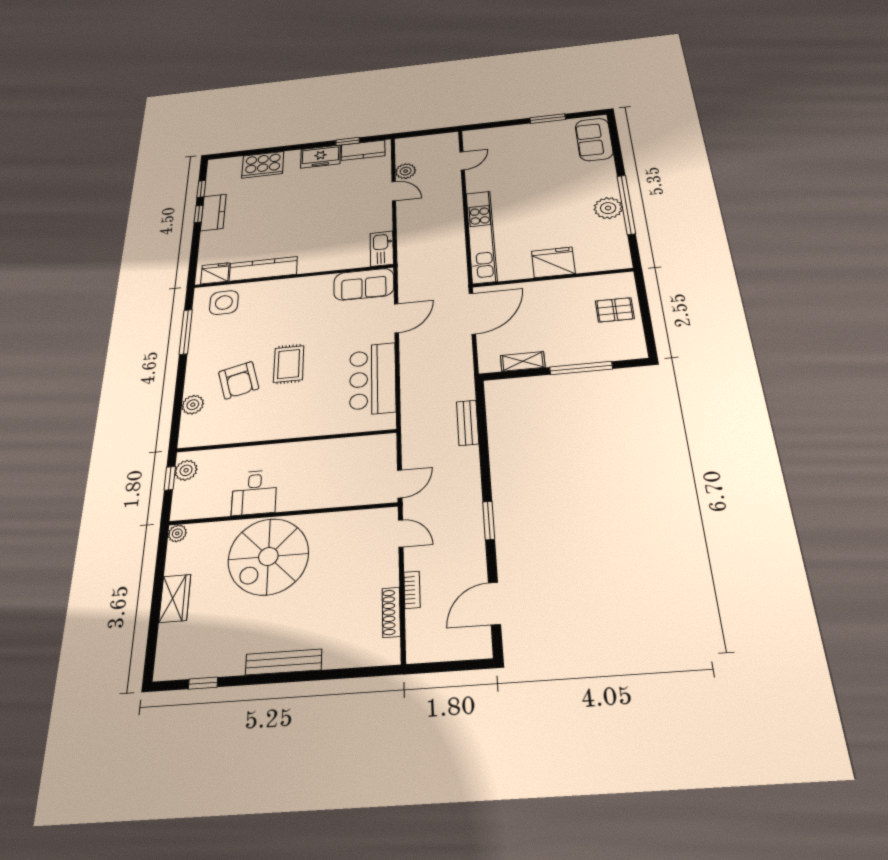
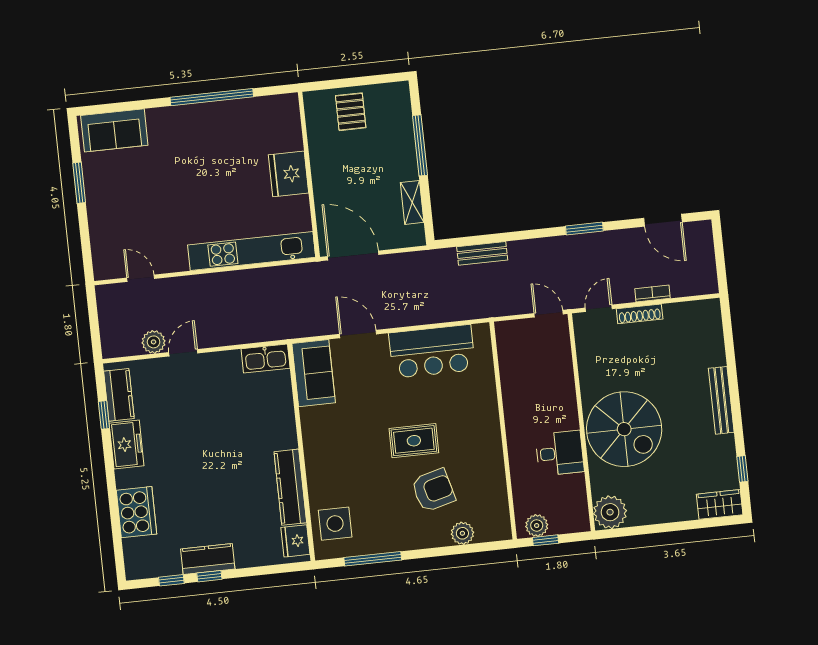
plant: (608, 208) -> (216, 116), removed
plant: (177, 533) -> (610, 512), width x1.88, depth x1.88
wardrobe: (175, 598) -> (720, 504), moved
shoe rack: (391, 612) -> (640, 314), moved

